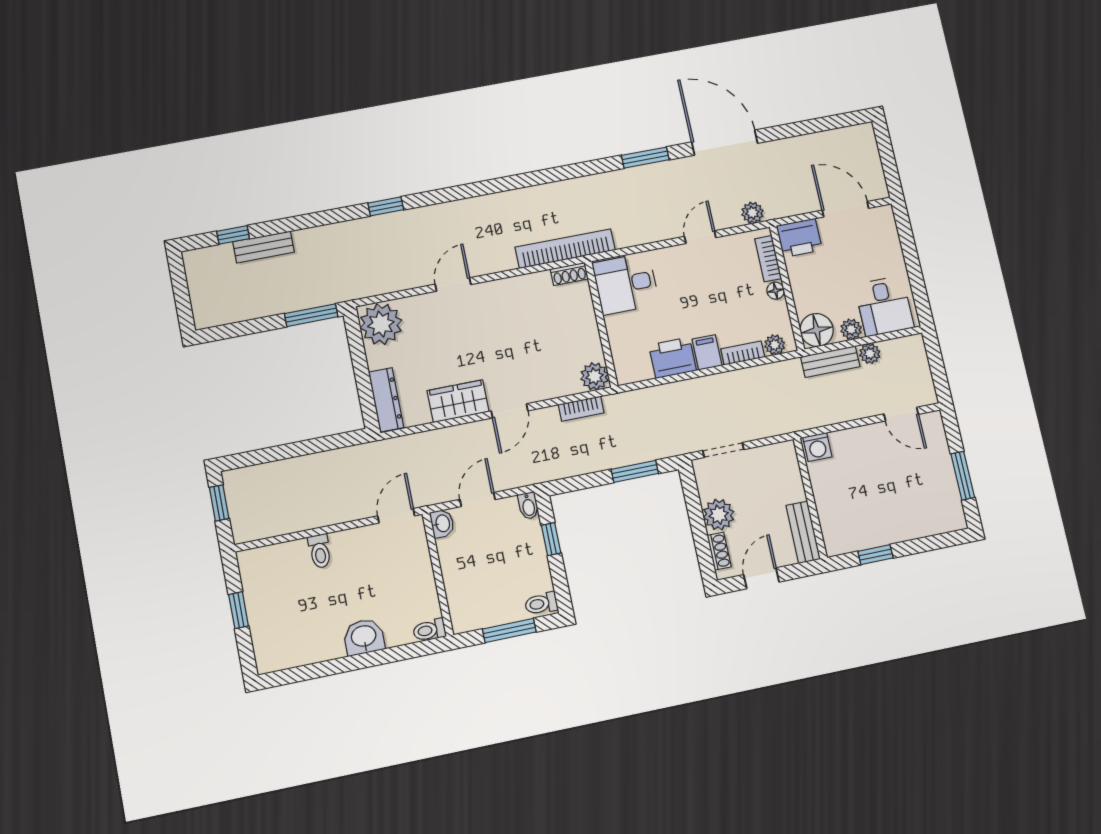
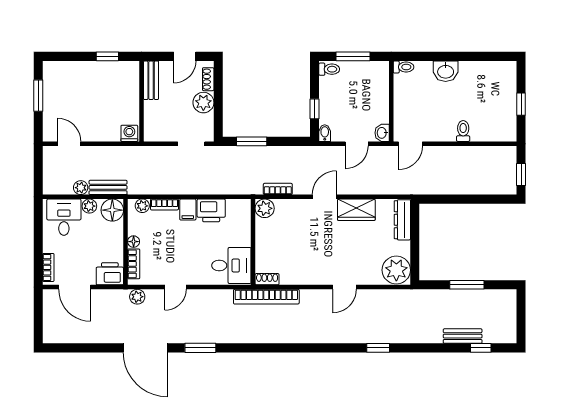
bookcase: (889, 230) -> (48, 267), added
window: (311, 315) -> (467, 285), moved

